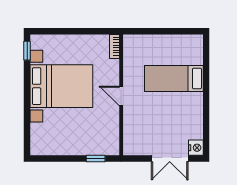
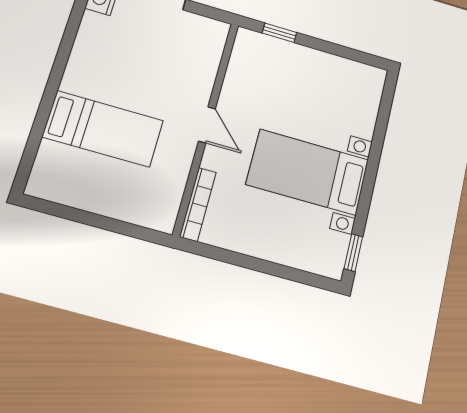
bookcase: (114, 46) -> (198, 204), width x1.56
bed with nightstands: (61, 86) -> (308, 172), width x0.73

